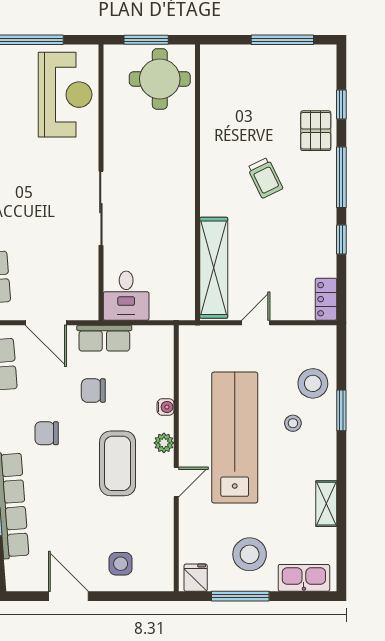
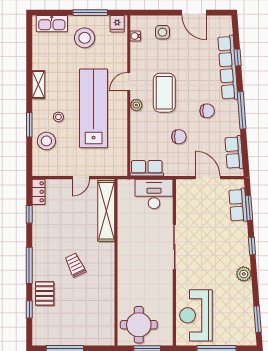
window: (341, 240) -> (29, 214), moved
desk: (126, 296) -> (154, 194), width x1.37
row of seats: (104, 338) -> (147, 168), moved
water cooler: (166, 407) -> (135, 36), moved
lab bench: (235, 438) -> (94, 108), turned 180
shelving: (326, 504) -> (38, 84), moved

